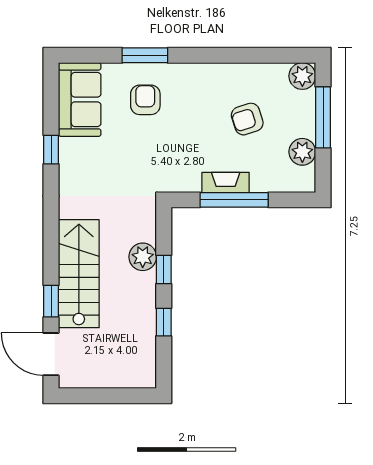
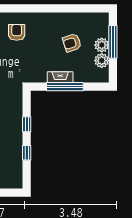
window: (145, 55) -> (16, 8), removed
plant: (302, 76) -> (102, 45), moved
plant: (143, 257) -> (15, 117), removed

